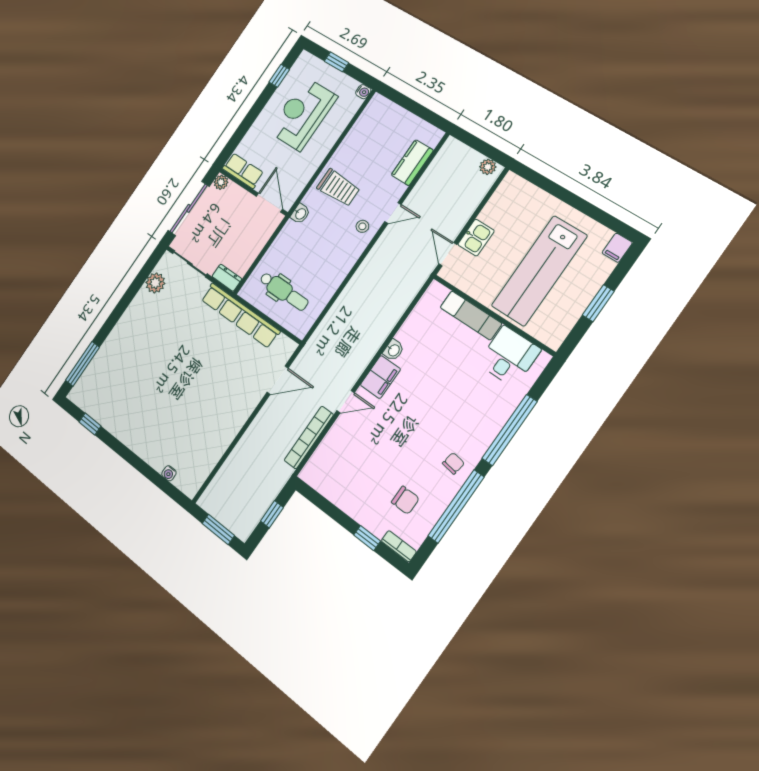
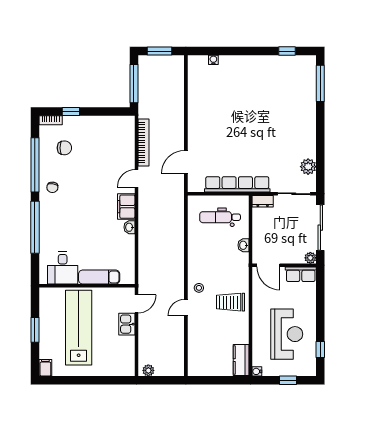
kitchen counter: (412, 163) -> (241, 360), moved, turned 180
washbasin: (300, 214) -> (243, 245), moved
door: (448, 254) -> (136, 304), hinge flipped
chair: (405, 500) -> (64, 148), turned 180
window: (272, 514) -> (134, 84), width x2.17

